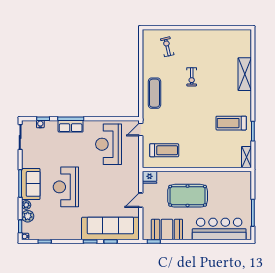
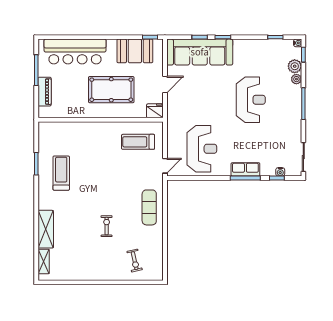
treadmill: (231, 123) -> (61, 173), turned -90
shelving: (246, 157) -> (44, 262), moved
sofa: (31, 184) -> (291, 103), removed
piano: (246, 194) -> (45, 92), added

